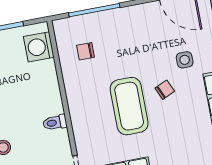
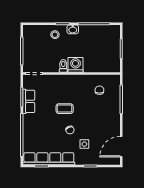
washing machine: (39, 47) -> (76, 65), moved
coffee table: (129, 106) -> (65, 109), width x0.54, depth x0.58

